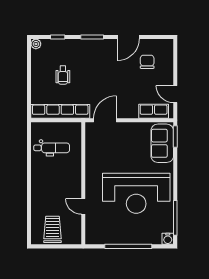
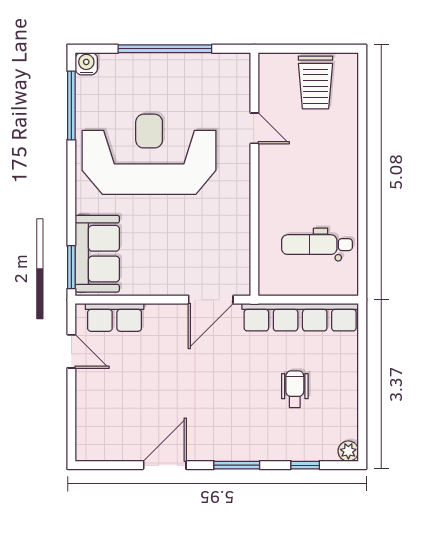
chair: (147, 62) -> (127, 416), removed

